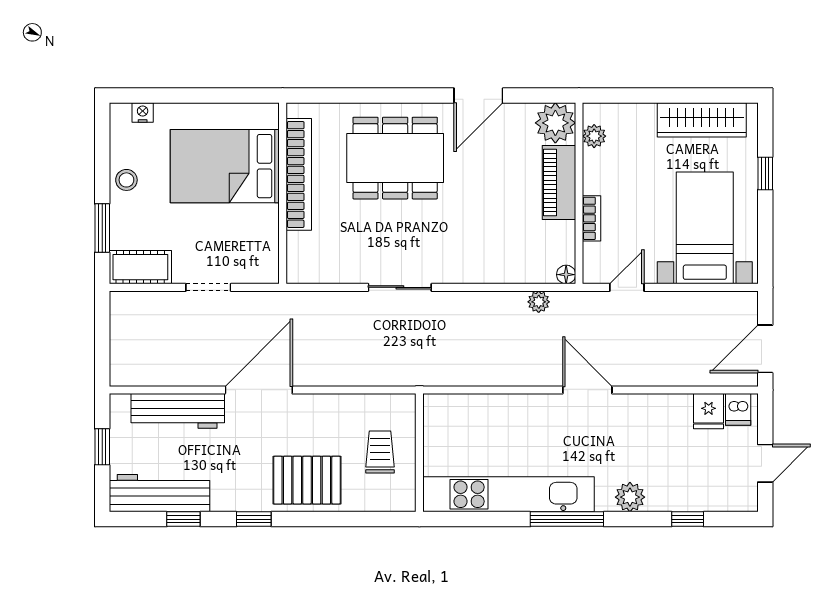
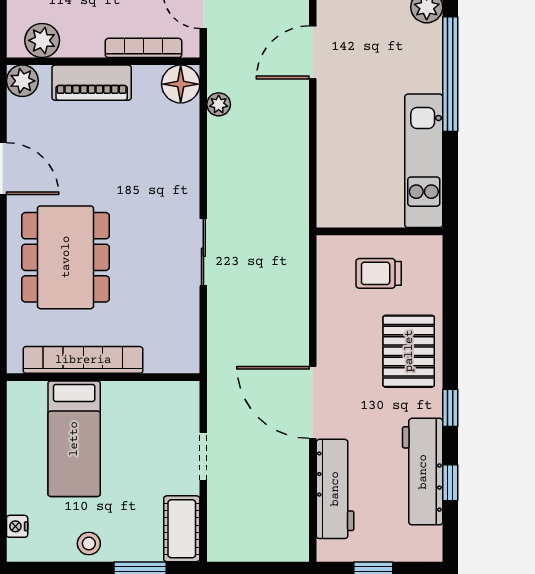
plant: (555, 123) -> (22, 81), width x0.73, depth x0.73
plant: (594, 136) -> (42, 40), width x1.38, depth x1.38
bed: (225, 166) -> (74, 439), width x0.67
bookcase: (592, 218) -> (143, 48), width x1.56
floor lamp: (566, 275) -> (181, 84), width x1.89, depth x1.89
workbench: (159, 493) -> (423, 472), moved
kitchen unit: (508, 494) -> (424, 161), width x0.73
window: (567, 519) -> (450, 74), width x1.46

